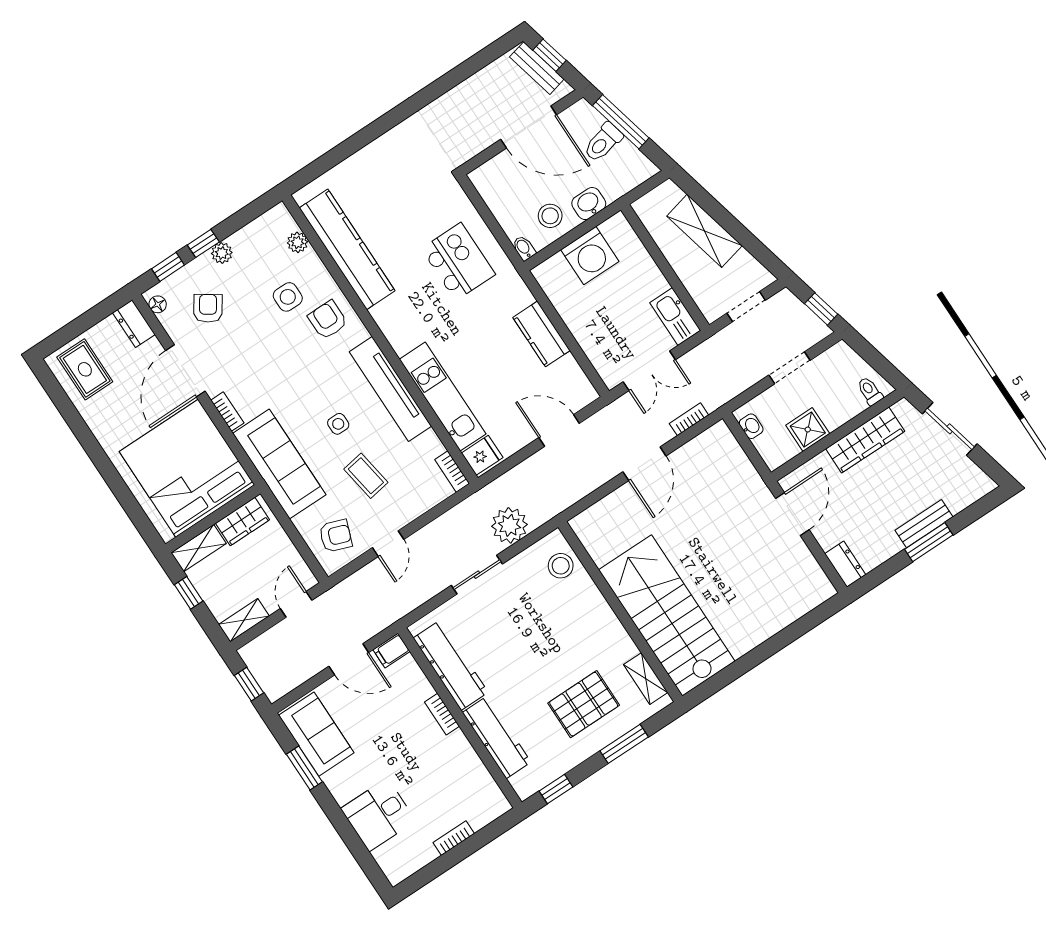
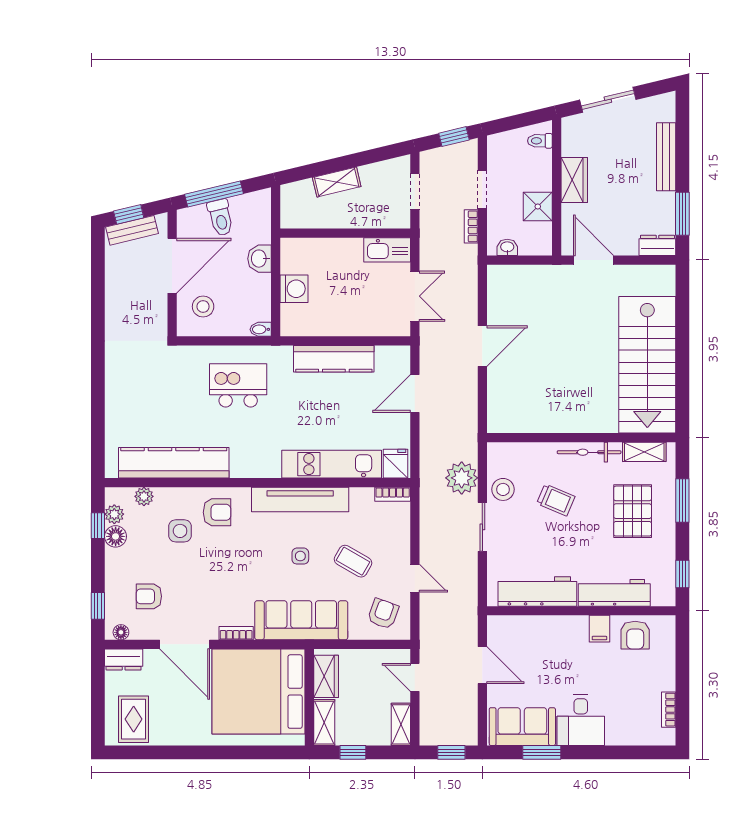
stool: (550, 216) -> (203, 307), moved
shelving: (704, 231) -> (337, 182), width x0.67, depth x0.75
floor lamp: (243, 241) -> (116, 536), added
window: (203, 243) -> (98, 526), moved
plant: (222, 253) -> (114, 514), moved
washing machine: (590, 256) -> (294, 289), width x0.73, depth x0.73
armchair: (208, 308) -> (149, 596), turned -34
armchair: (328, 320) -> (217, 512), turned 180
kitchen counter: (542, 334) -> (334, 359), width x1.50
rug: (85, 369) -> (134, 719), turned 90
bookcase: (689, 419) -> (471, 226), moved
wardrobe: (865, 440) -> (574, 180), width x0.67
door: (644, 464) -> (482, 346), hinge flipped
coffee table: (366, 476) -> (353, 561), turned 39
bench: (924, 524) -> (666, 157), width x1.36
window: (929, 542) -> (682, 214), moved
stool: (561, 566) -> (503, 489), moved
stairs: (667, 616) -> (647, 365), moved, turned -90
trolley: (547, 626) -> (556, 500), added
bicycle: (612, 628) -> (589, 452), added
filing cabinet: (392, 651) -> (599, 629), moved
door: (349, 659) -> (482, 665), hinge flipped
bookcase: (442, 714) -> (570, 622), removed
armchair: (470, 783) -> (635, 635), added
desk: (378, 815) -> (581, 720), moved
bookcase: (454, 838) -> (669, 710), moved

